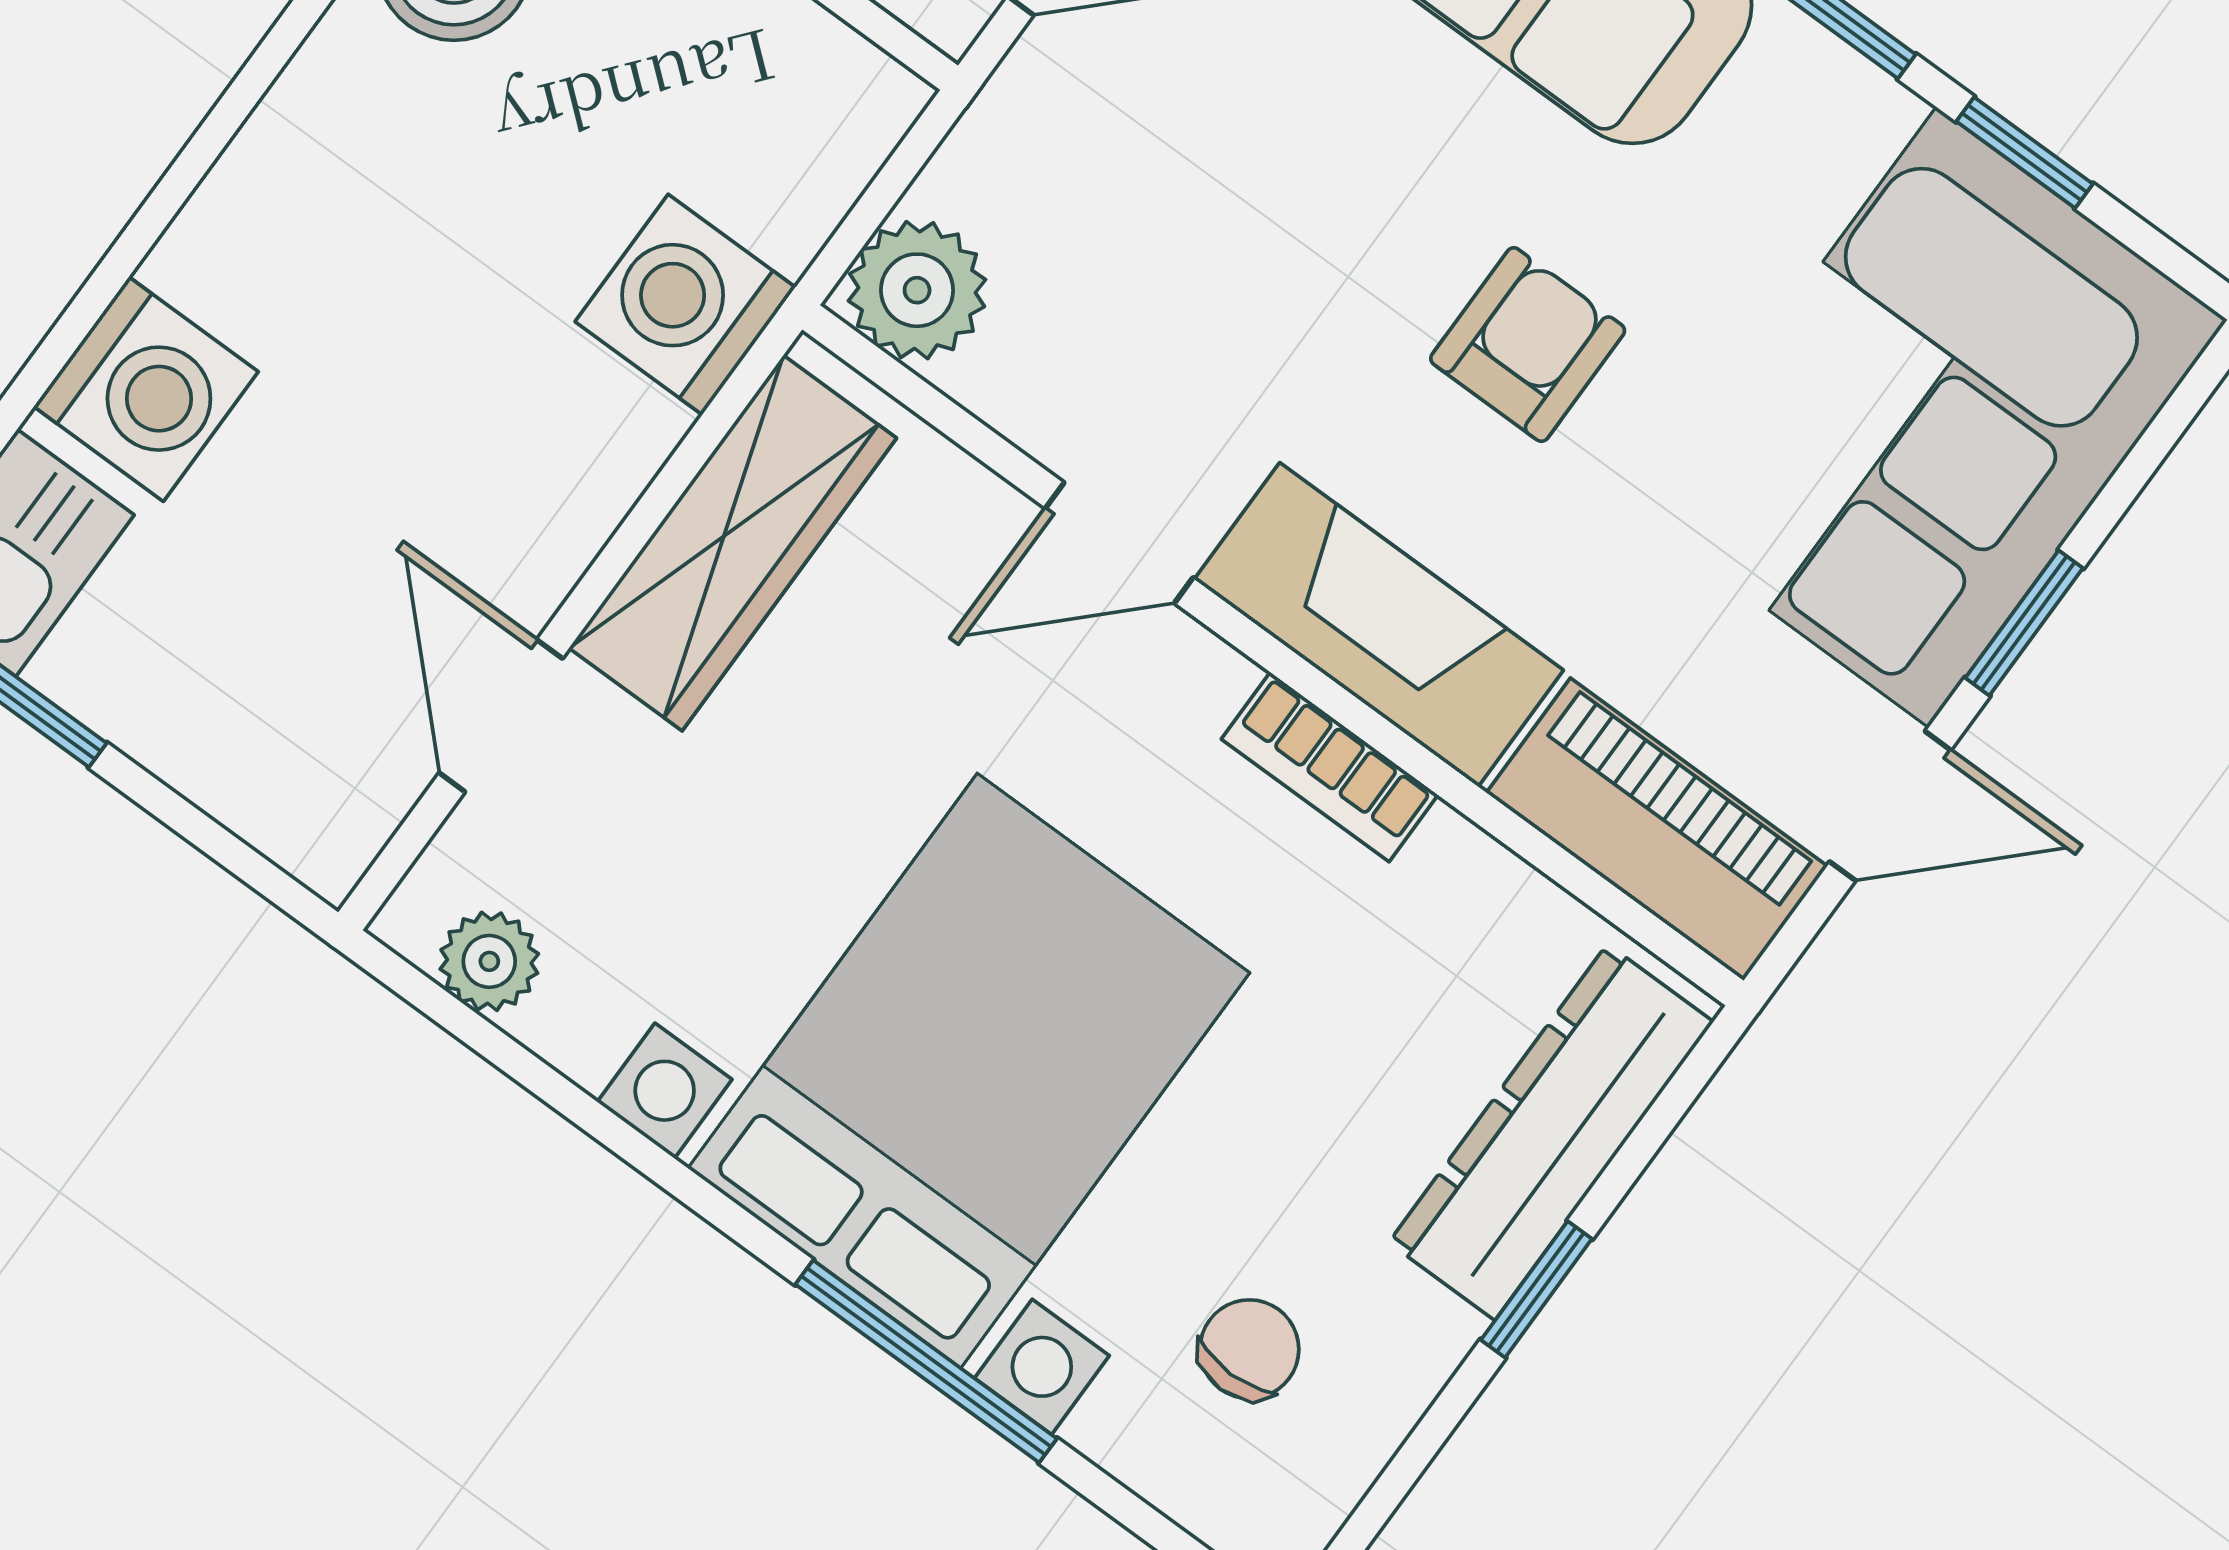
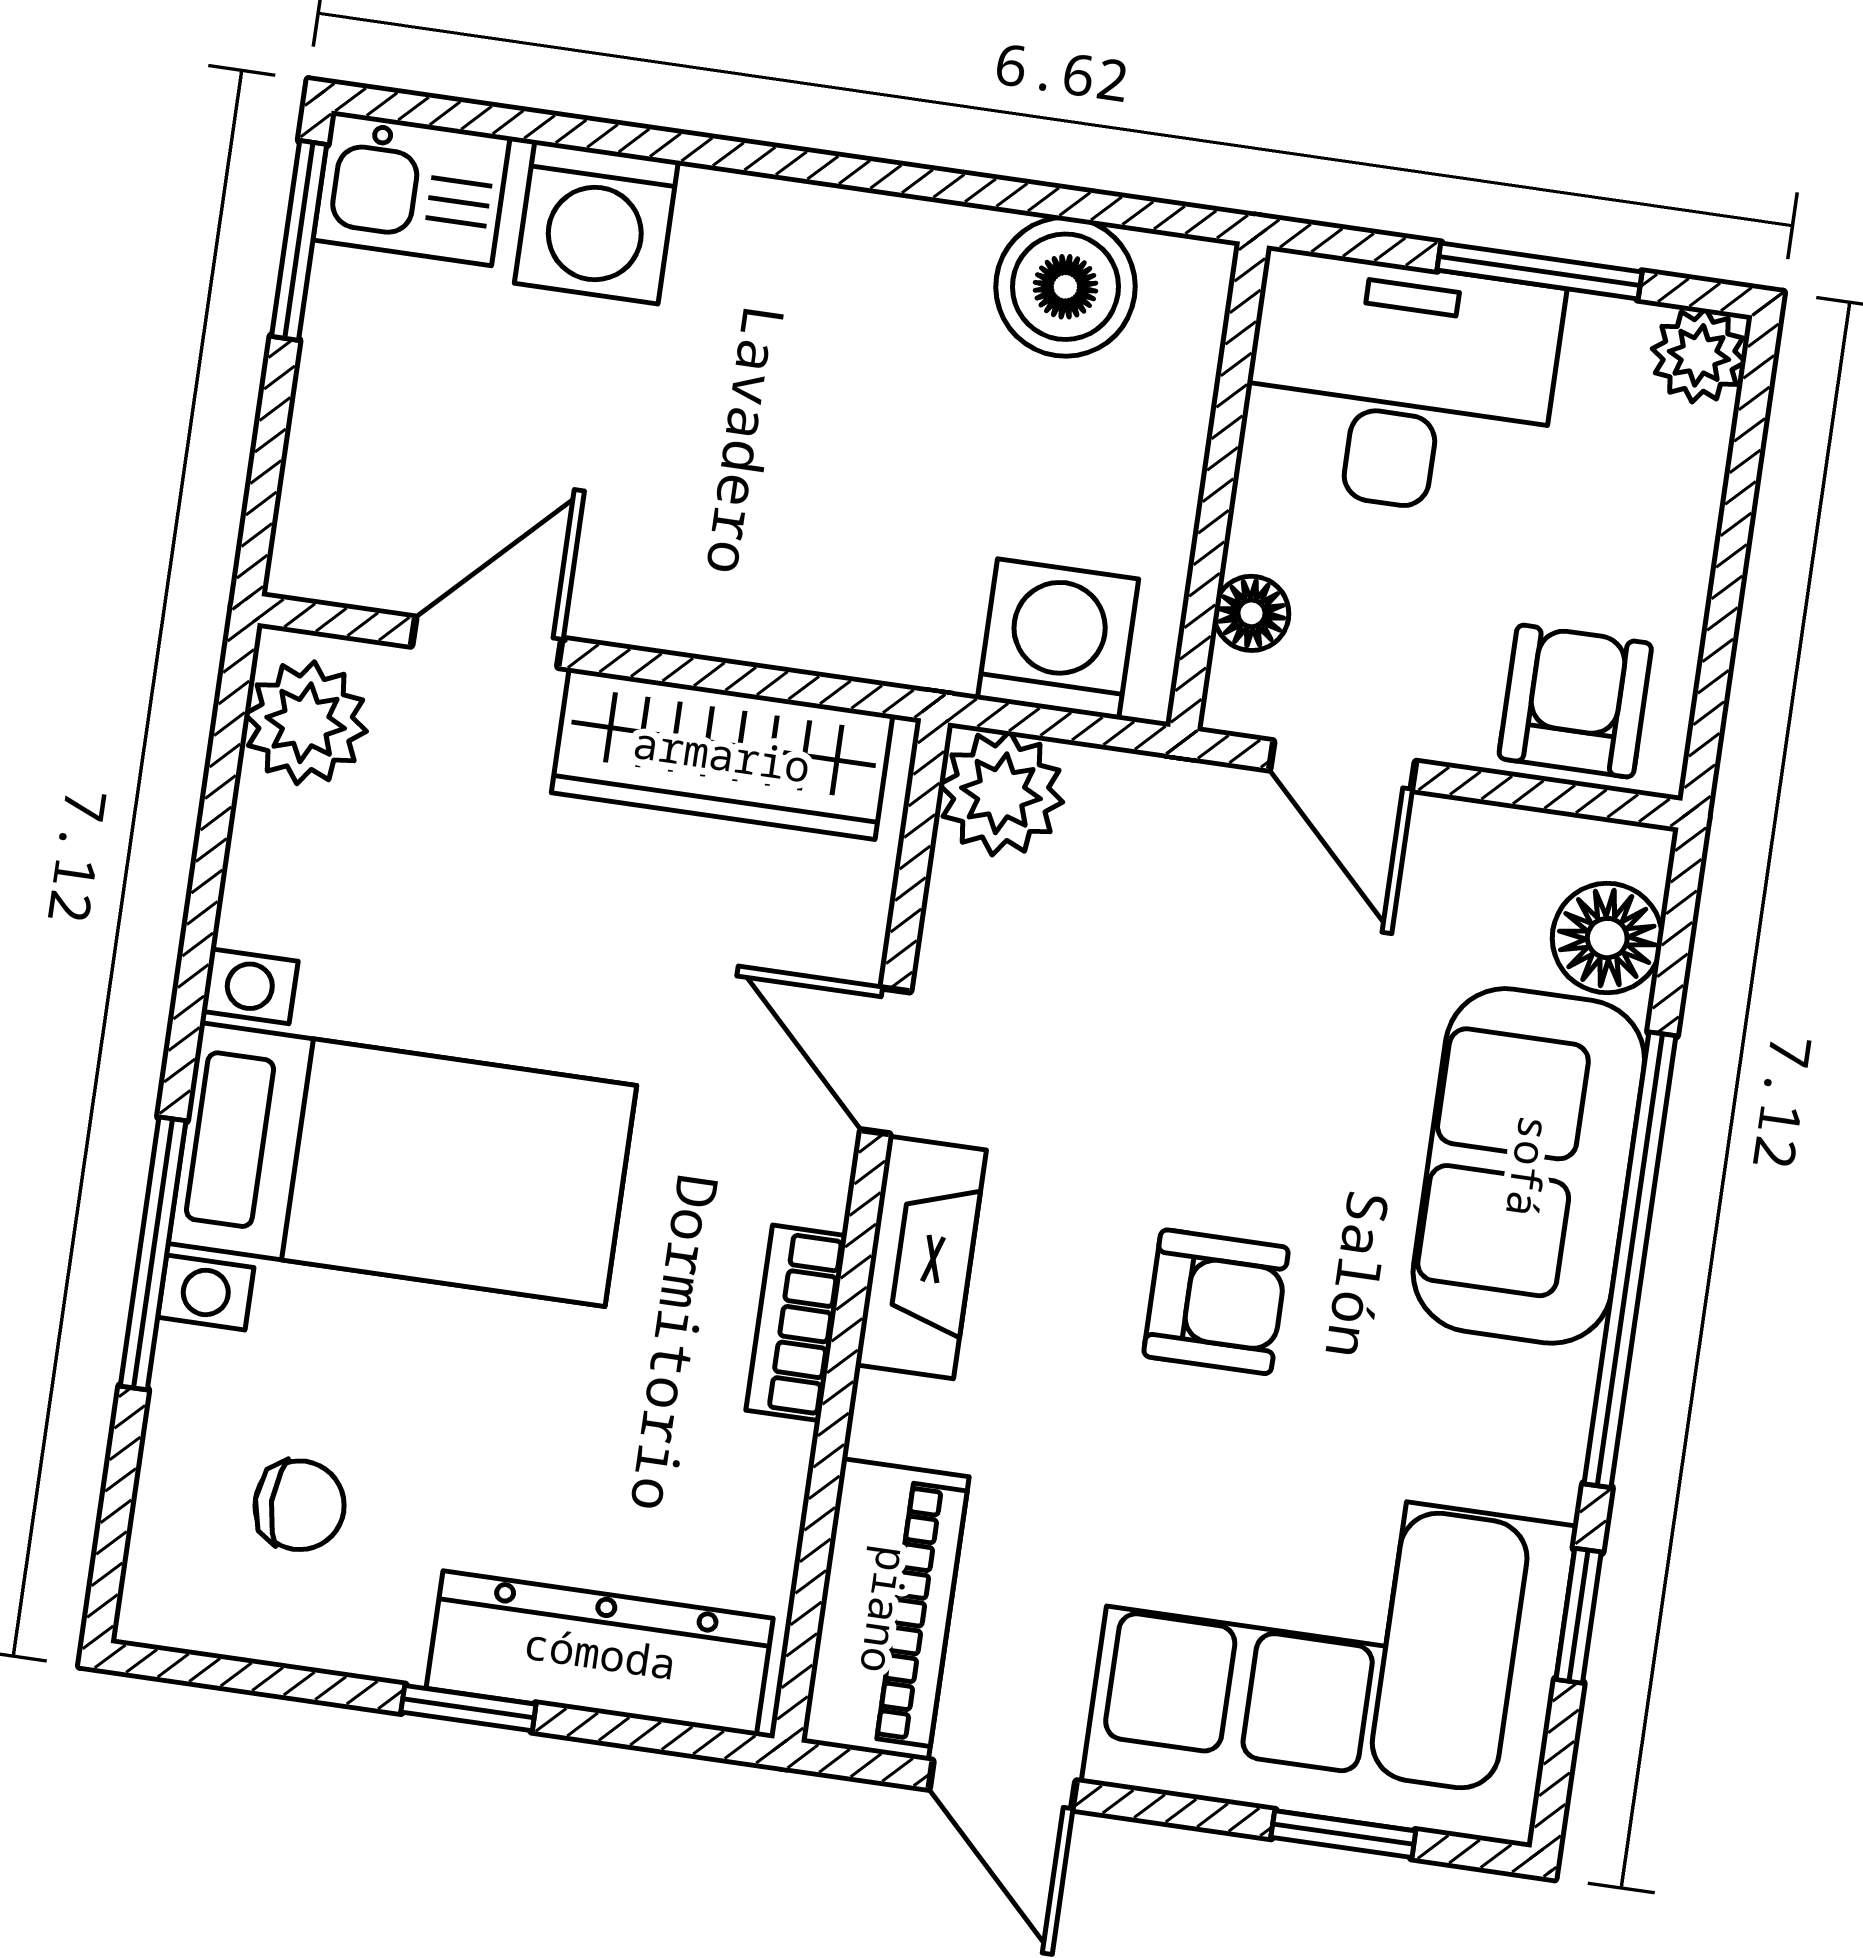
washing machine: (685, 305) -> (1058, 639), moved
window: (2024, 623) -> (1343, 1834), moved
fireplace: (1379, 625) -> (921, 1257), width x0.73, depth x0.76
plant: (489, 961) -> (306, 723), width x1.38, depth x1.38
bed with nightstands: (969, 1071) -> (402, 1165), width x0.73

